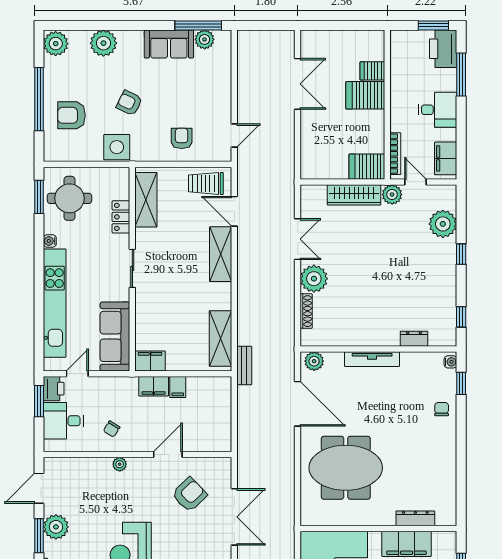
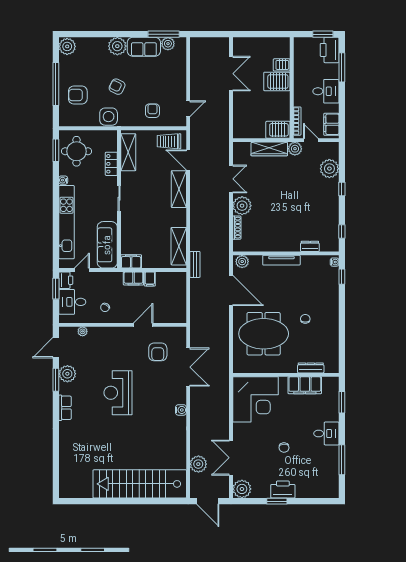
plant: (103, 43) -> (117, 46), moved
chair: (442, 409) -> (305, 319), moved
plant: (120, 464) -> (83, 331), moved
armchair: (189, 495) -> (158, 352), turned 134

